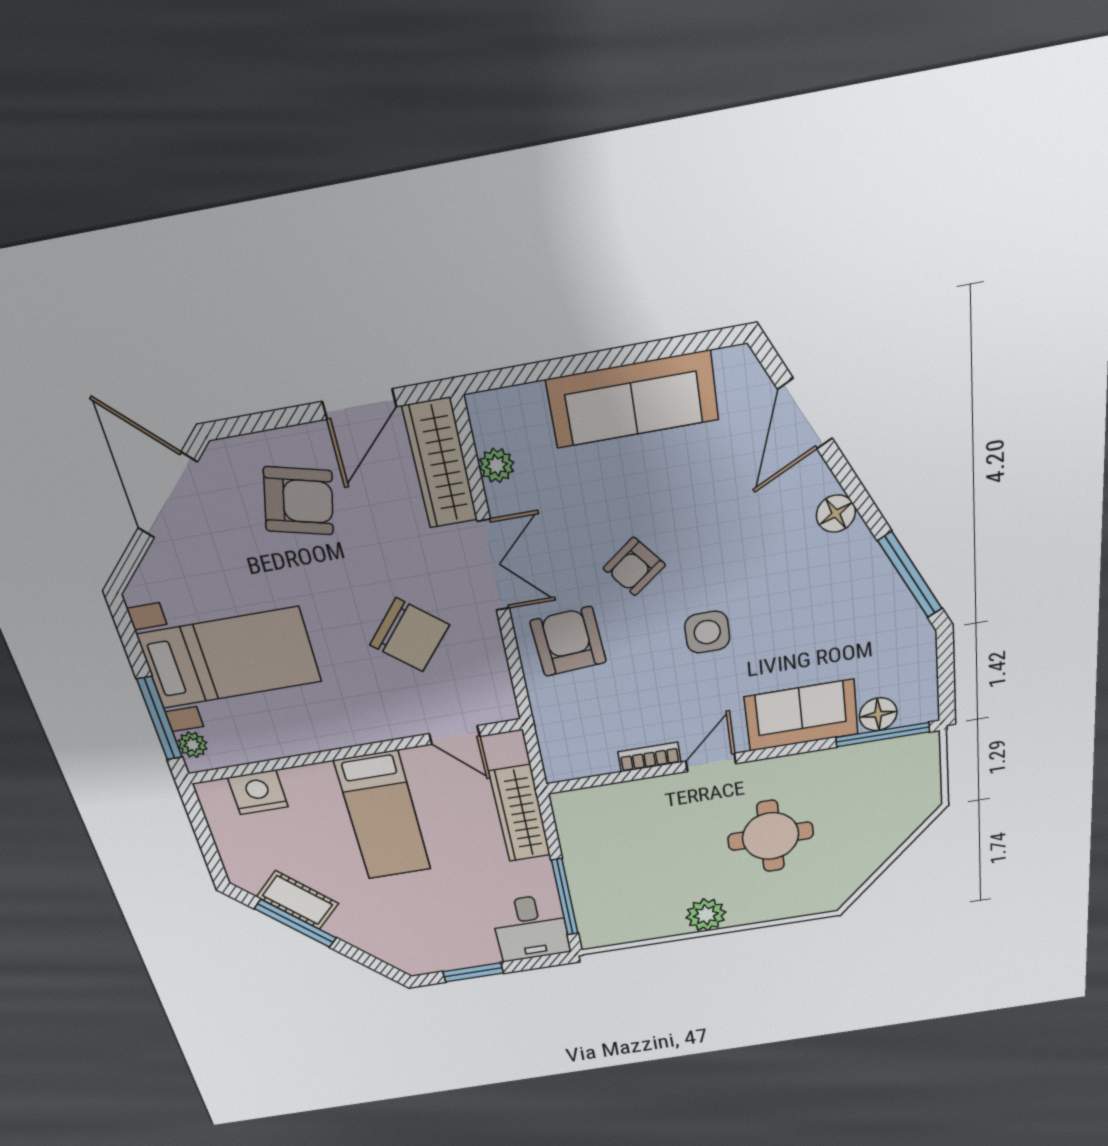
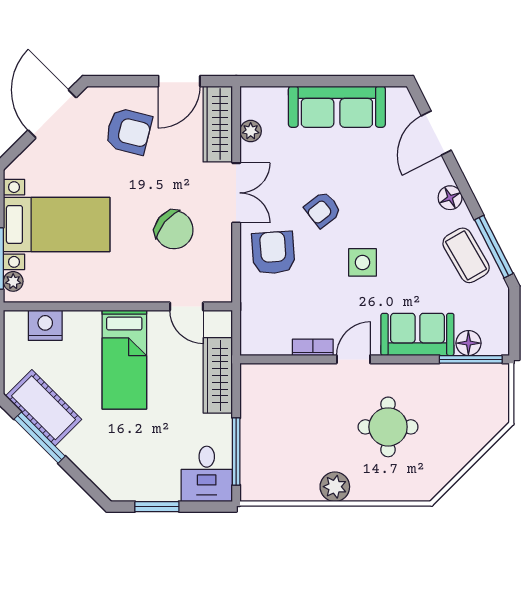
coffee table: (867, 595) -> (466, 255), added
cot: (298, 900) -> (44, 408), width x1.37, depth x1.34

